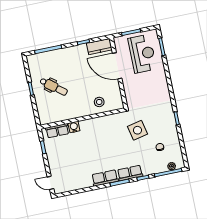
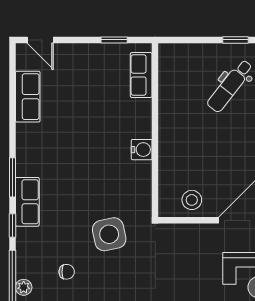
stool: (99, 102) -> (192, 200), moved
water cooler: (74, 127) -> (142, 150), moved
row of seats: (105, 178) -> (28, 97), moved
door: (50, 183) -> (40, 40), swing flipped

